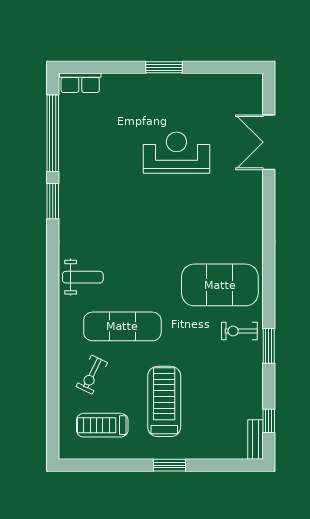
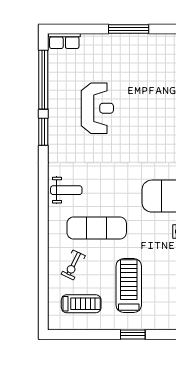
window: (164, 67) -> (129, 29), width x1.44
reception desk: (176, 153) -> (97, 108), moved, turned 90
treadmill: (102, 425) -> (81, 304), turned 180

